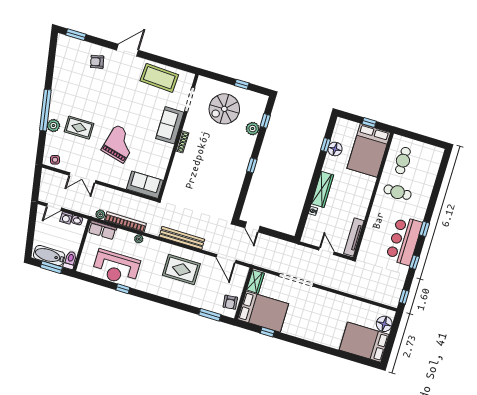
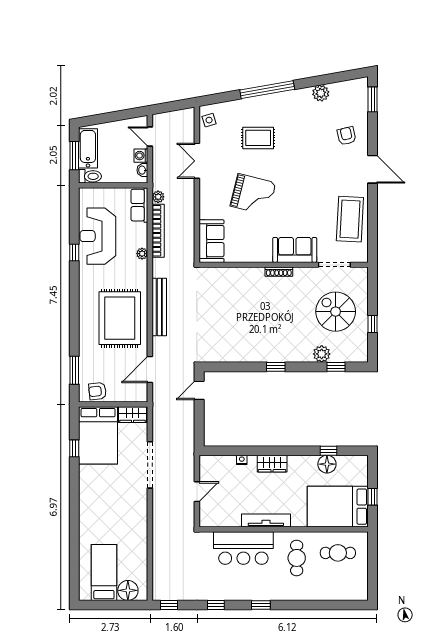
plant: (53, 126) -> (321, 93), moved
rug: (79, 128) -> (258, 138), turned 90
wardrobe: (322, 189) -> (272, 464), width x0.67
tv unit: (354, 237) -> (266, 520), moved
bar counter: (404, 241) -> (243, 548), moved, turned 180
rug: (181, 270) -> (120, 318), width x1.37, depth x1.44
bed: (364, 342) -> (104, 572), width x0.67

